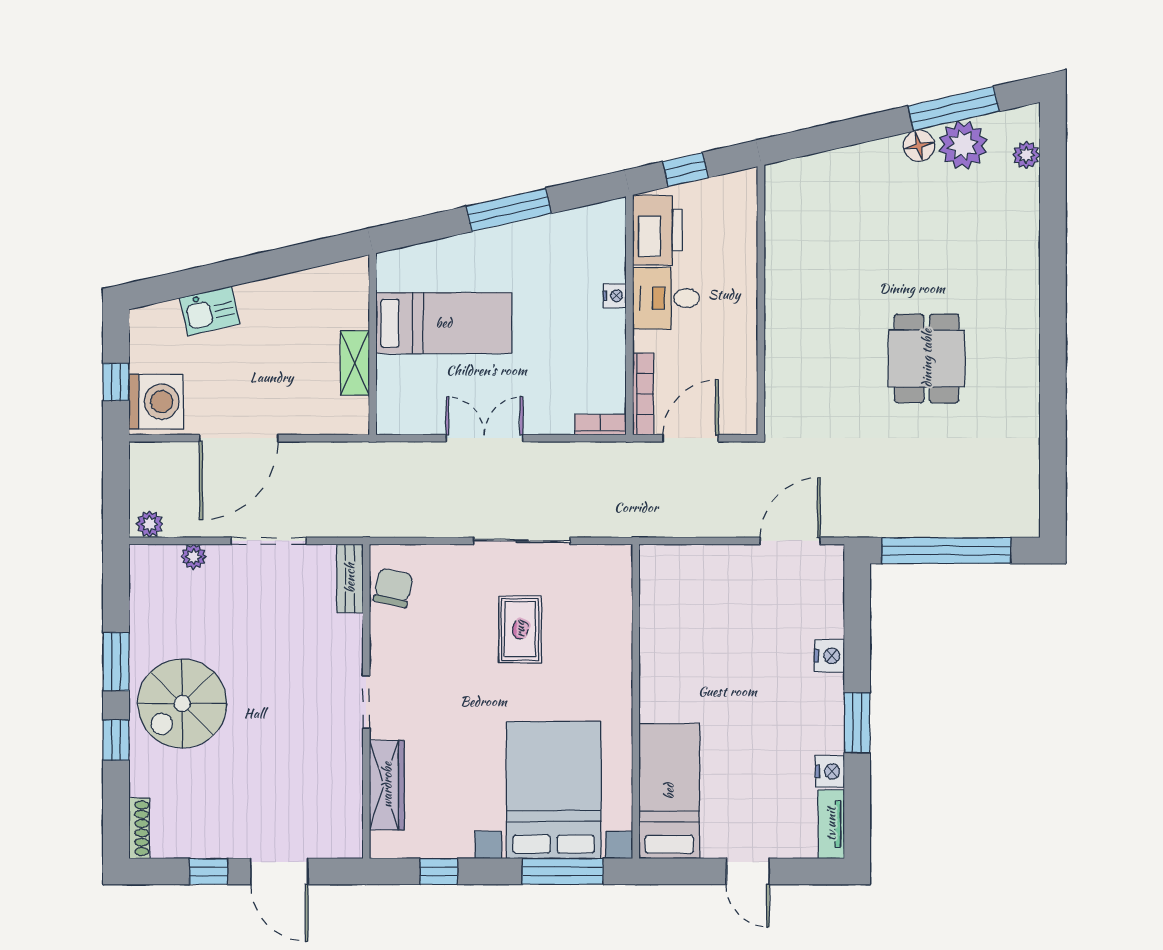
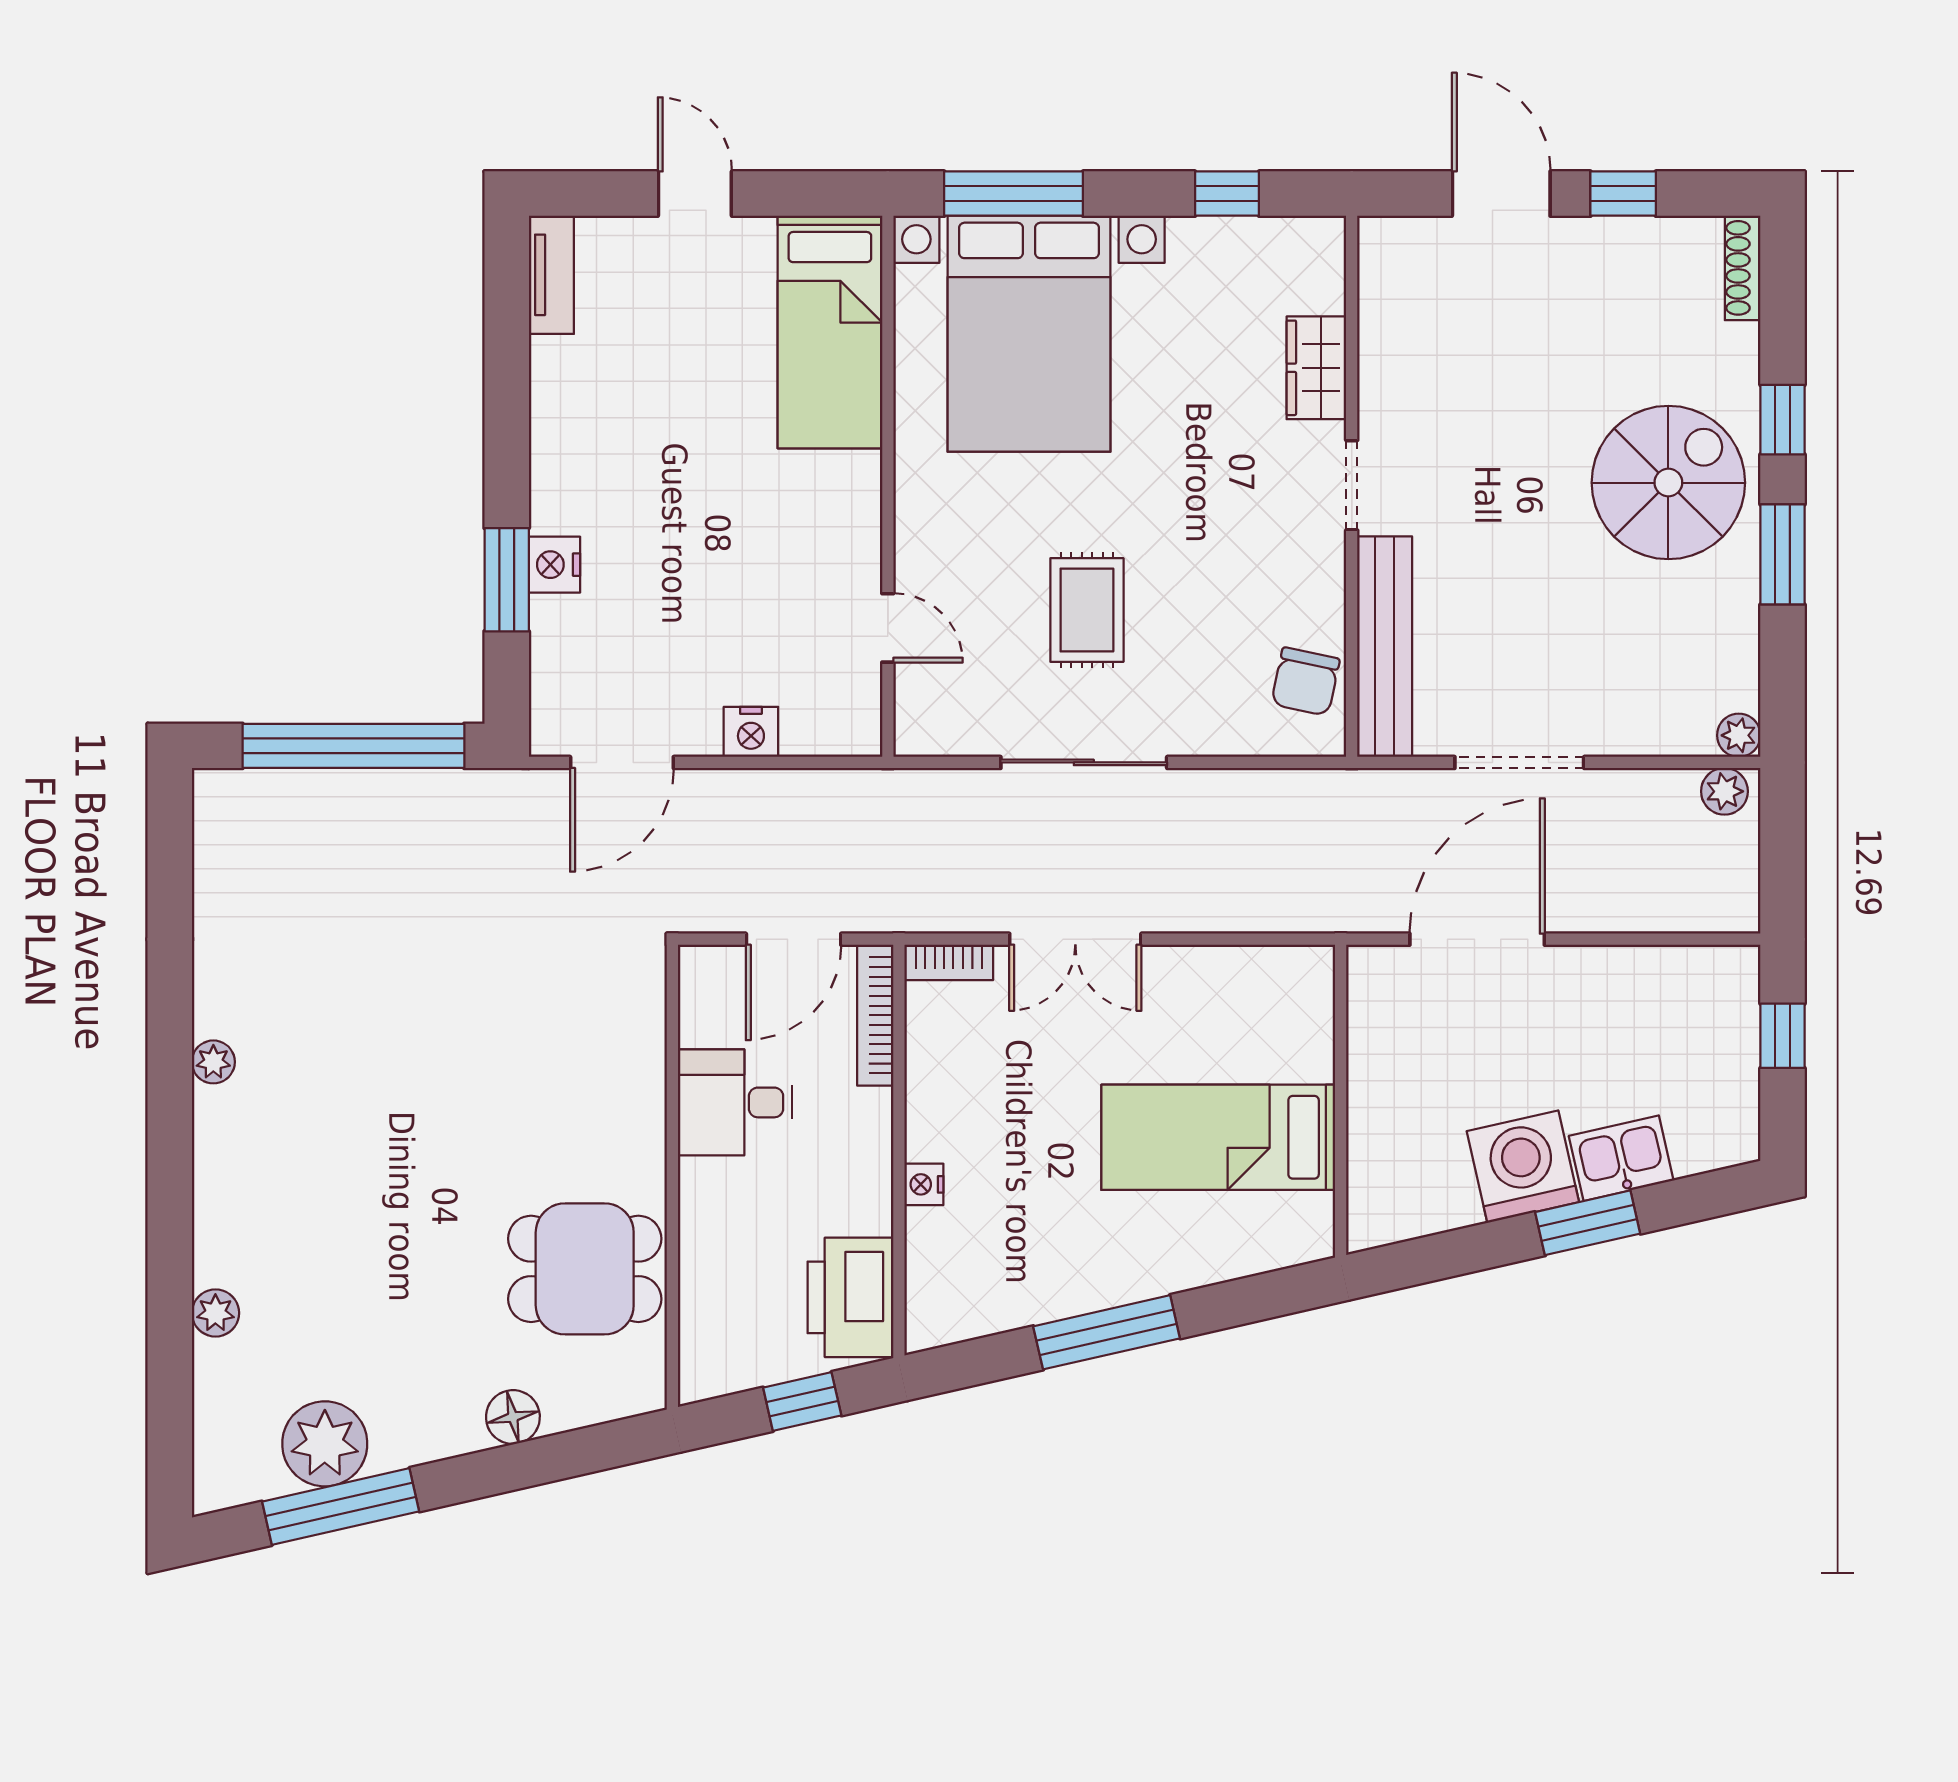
floor lamp: (919, 146) -> (513, 1417), moved
plant: (1026, 155) -> (215, 1313), moved
window: (229, 273) -> (1588, 1223), added
desk: (666, 298) -> (735, 1102), moved, turned 180
dining table: (927, 358) -> (585, 1269), moved, turned 90
shelving: (355, 363) -> (1371, 1069), removed
plant: (1028, 367) -> (213, 1062), added
washing machine: (156, 402) -> (1523, 1167), moved, turned 77
door: (239, 438) -> (1477, 939), moved
double door: (484, 438) -> (1075, 939), moved
plant: (194, 557) -> (1739, 735), moved
bench: (350, 578) -> (1385, 647), width x1.86, depth x1.21
door: (636, 619) -> (888, 628), added
window: (857, 723) -> (507, 580), moved
nightstand: (830, 771) -> (751, 732), moved, turned -90
wardrobe: (387, 785) -> (1316, 368), width x0.67

